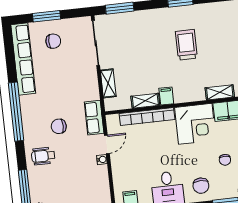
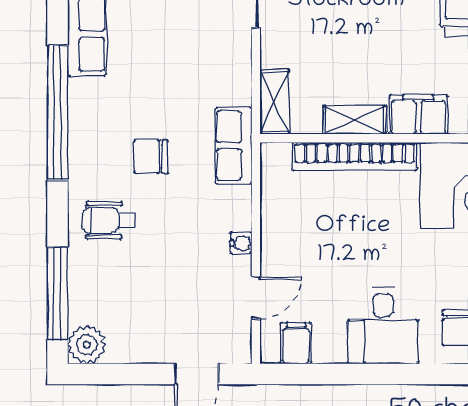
shelving: (108, 83) -> (274, 102), moved
filing cabinet: (166, 96) -> (418, 115), width x2.00
door: (107, 144) -> (256, 298), moved

